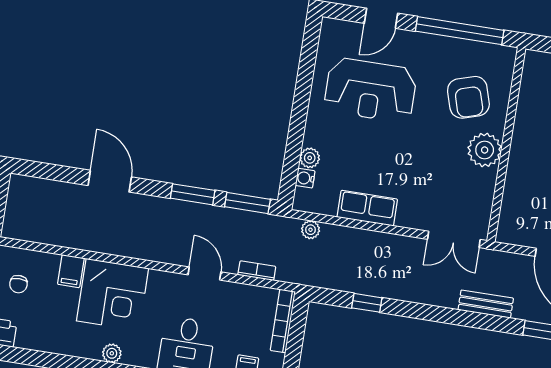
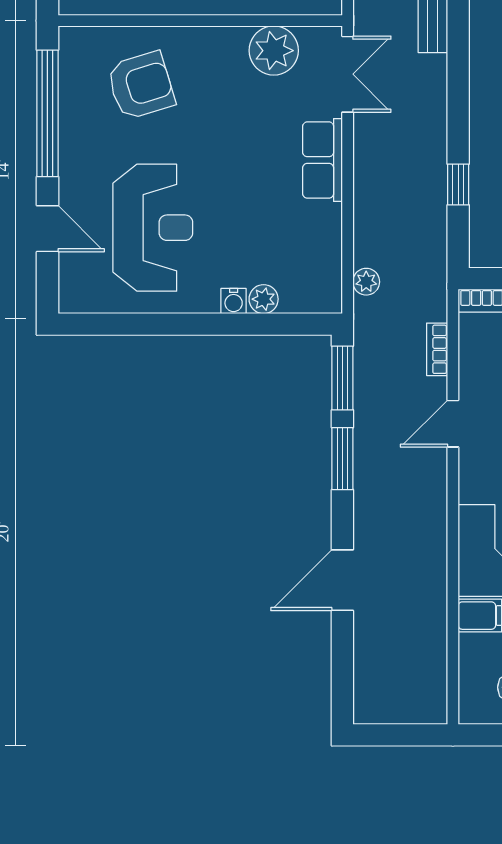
plant: (485, 150) -> (274, 51), moved
water cooler: (305, 178) -> (234, 301), moved
row of seats: (367, 208) -> (322, 160), moved

